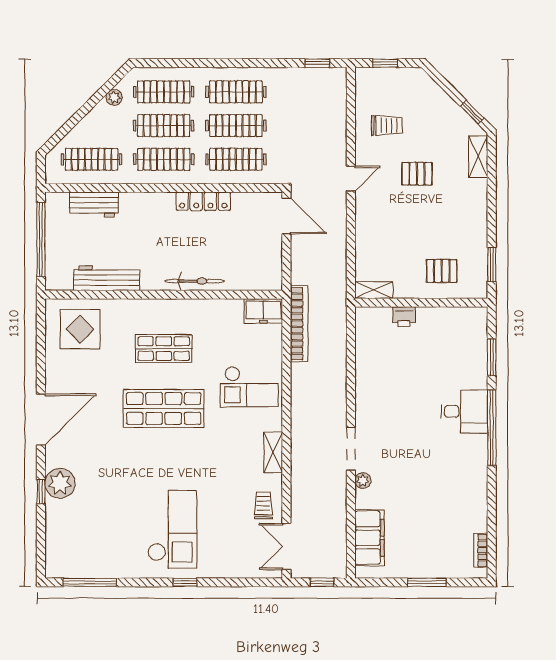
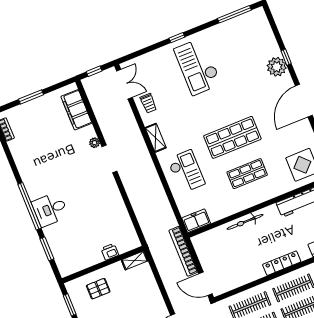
locker: (203, 201) -> (282, 263), moved
bookcase: (299, 323) -> (183, 251), moved
checkout: (249, 387) -> (186, 171), turned 90

